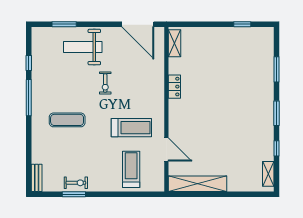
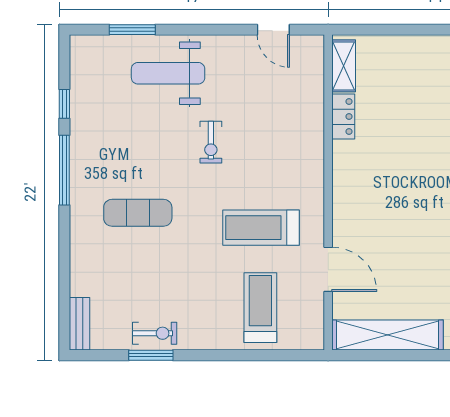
door: (138, 24) -> (273, 30), width x0.53
locker: (174, 87) -> (343, 117), moved
treadmill: (131, 128) -> (261, 228), turned 180

